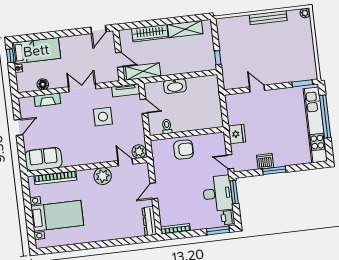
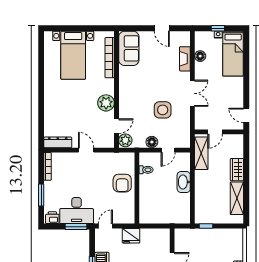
wardrobe: (150, 33) -> (237, 170), width x0.67
window: (10, 56) -> (218, 28), moved
tv unit: (126, 90) -> (185, 135), removed
floor lamp: (137, 124) -> (152, 142), added
window: (218, 230) -> (41, 195), moved

